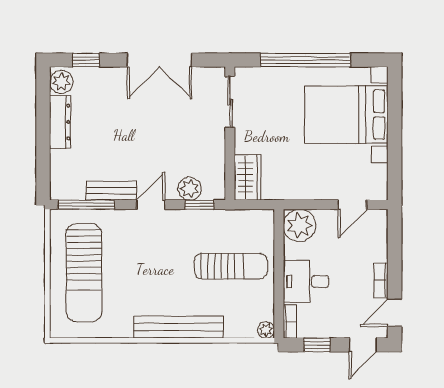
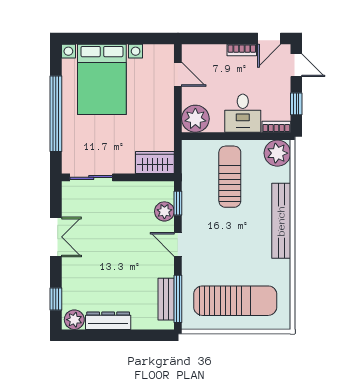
double door: (159, 60) -> (56, 237), width x0.73
bench: (111, 191) -> (166, 299), moved
door: (395, 313) -> (269, 39), hinge flipped
plant: (266, 330) -> (277, 153), width x1.88, depth x1.88

